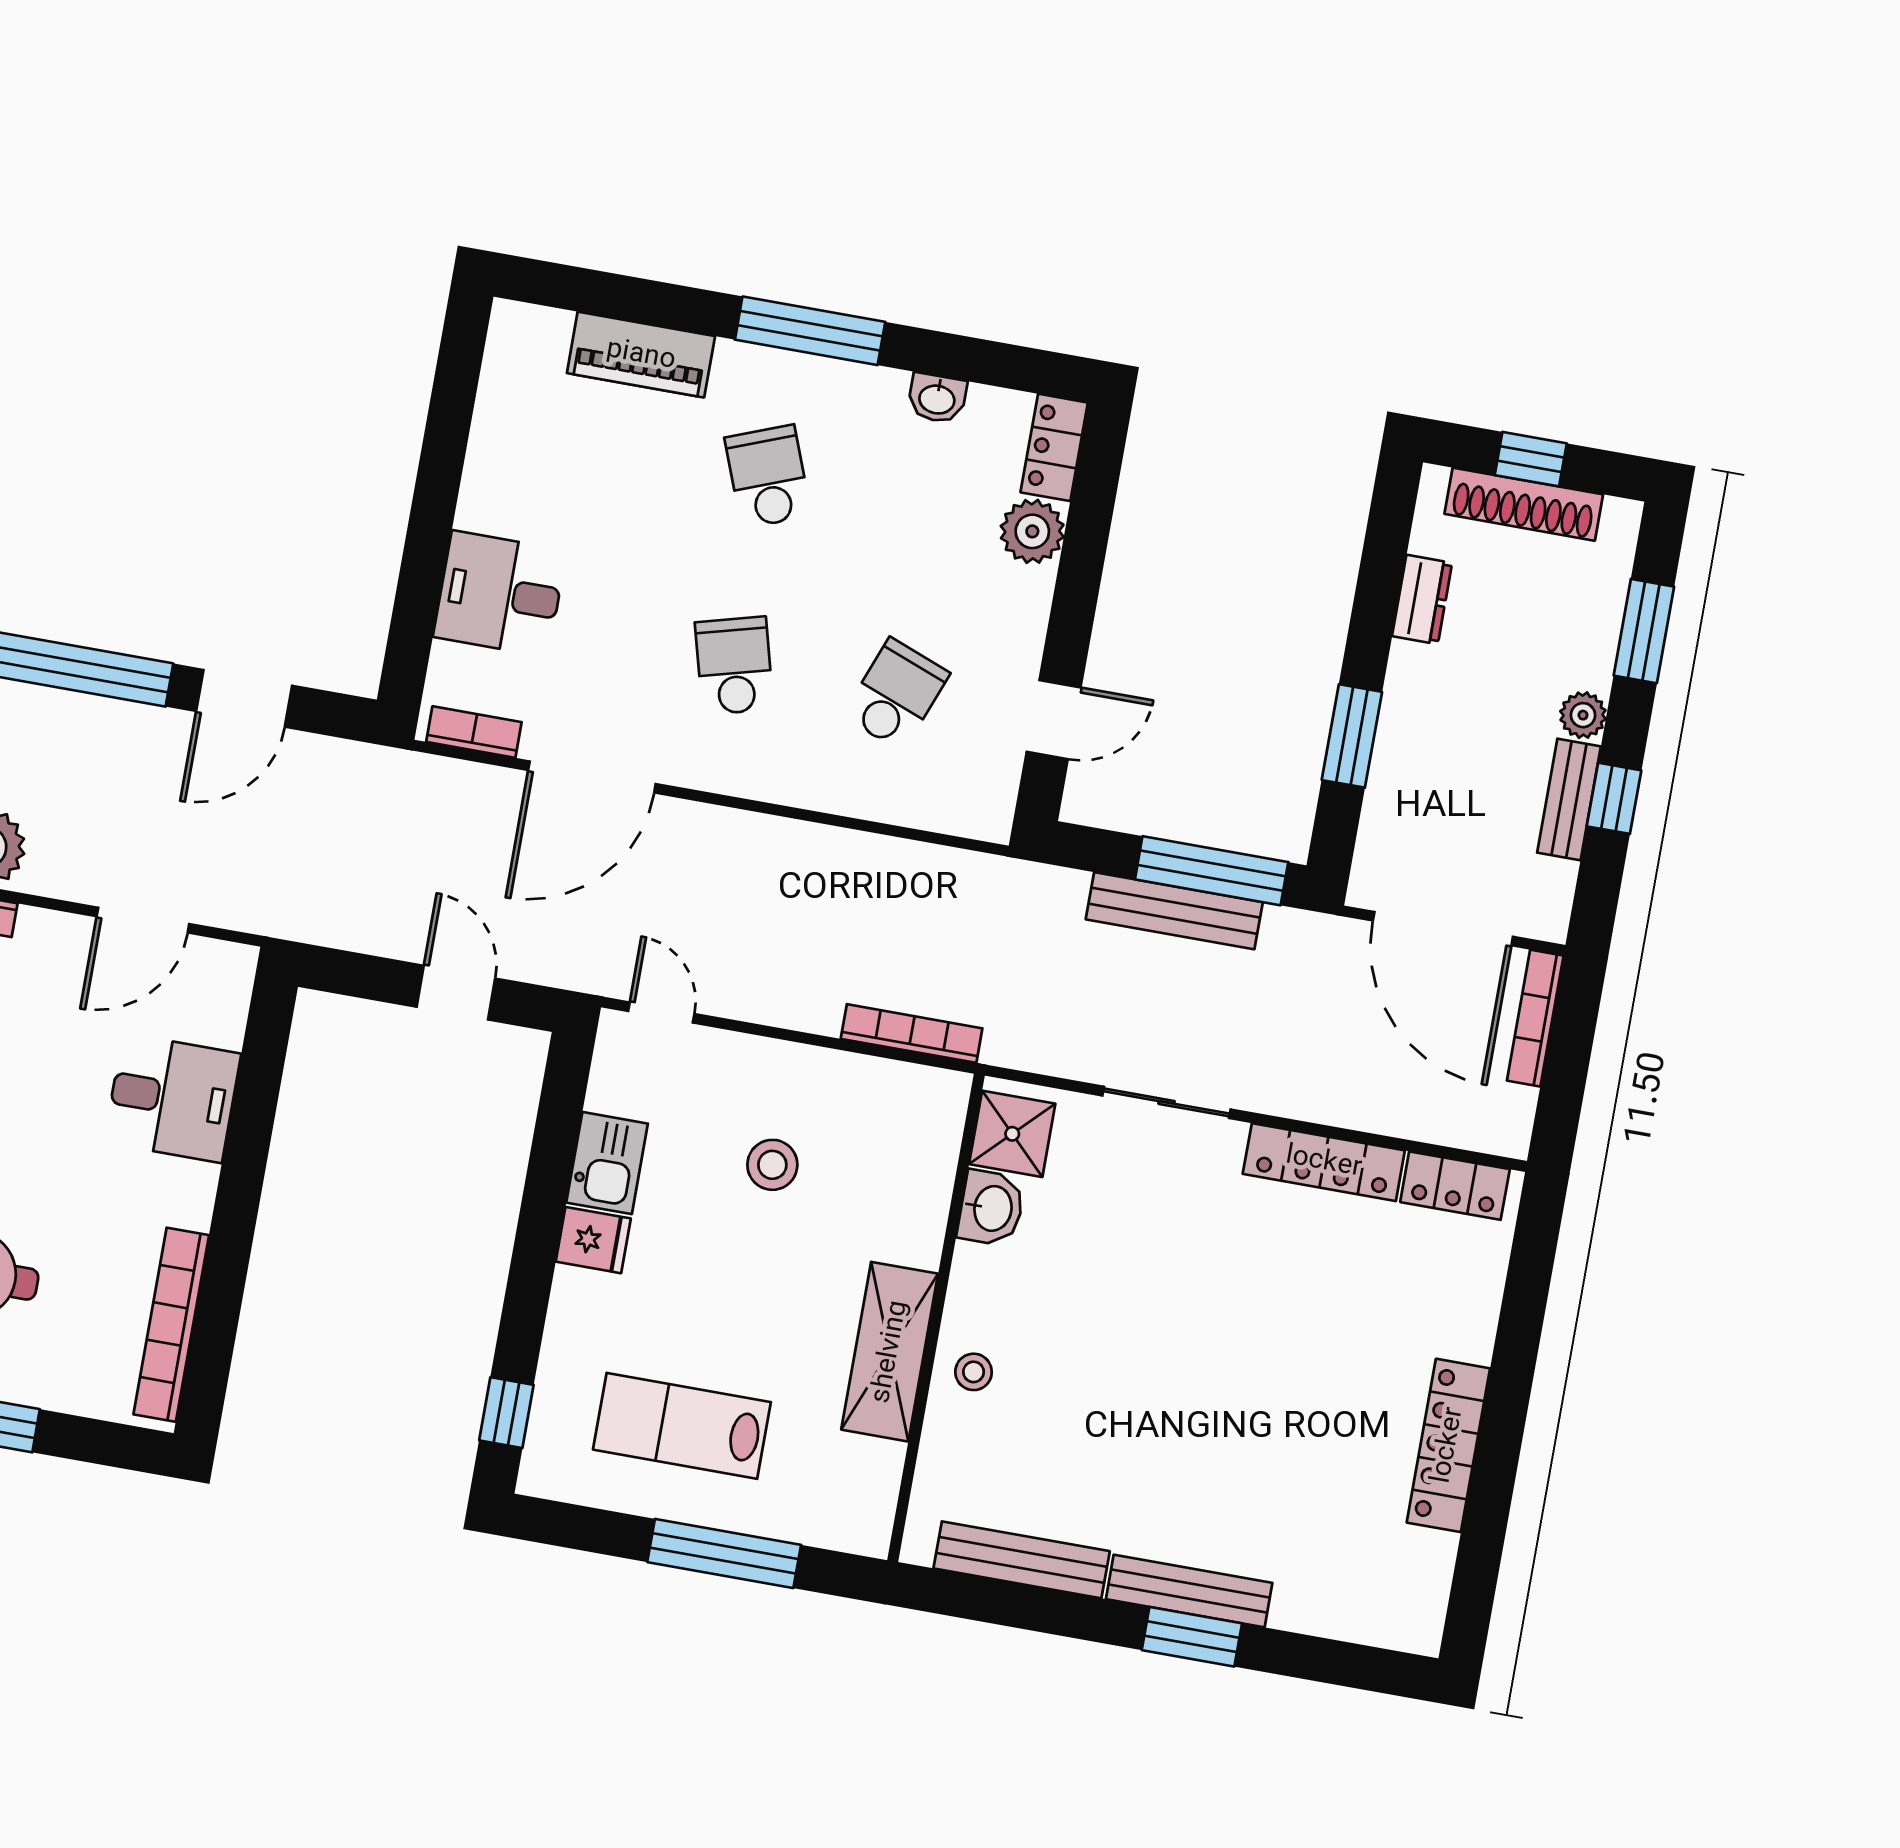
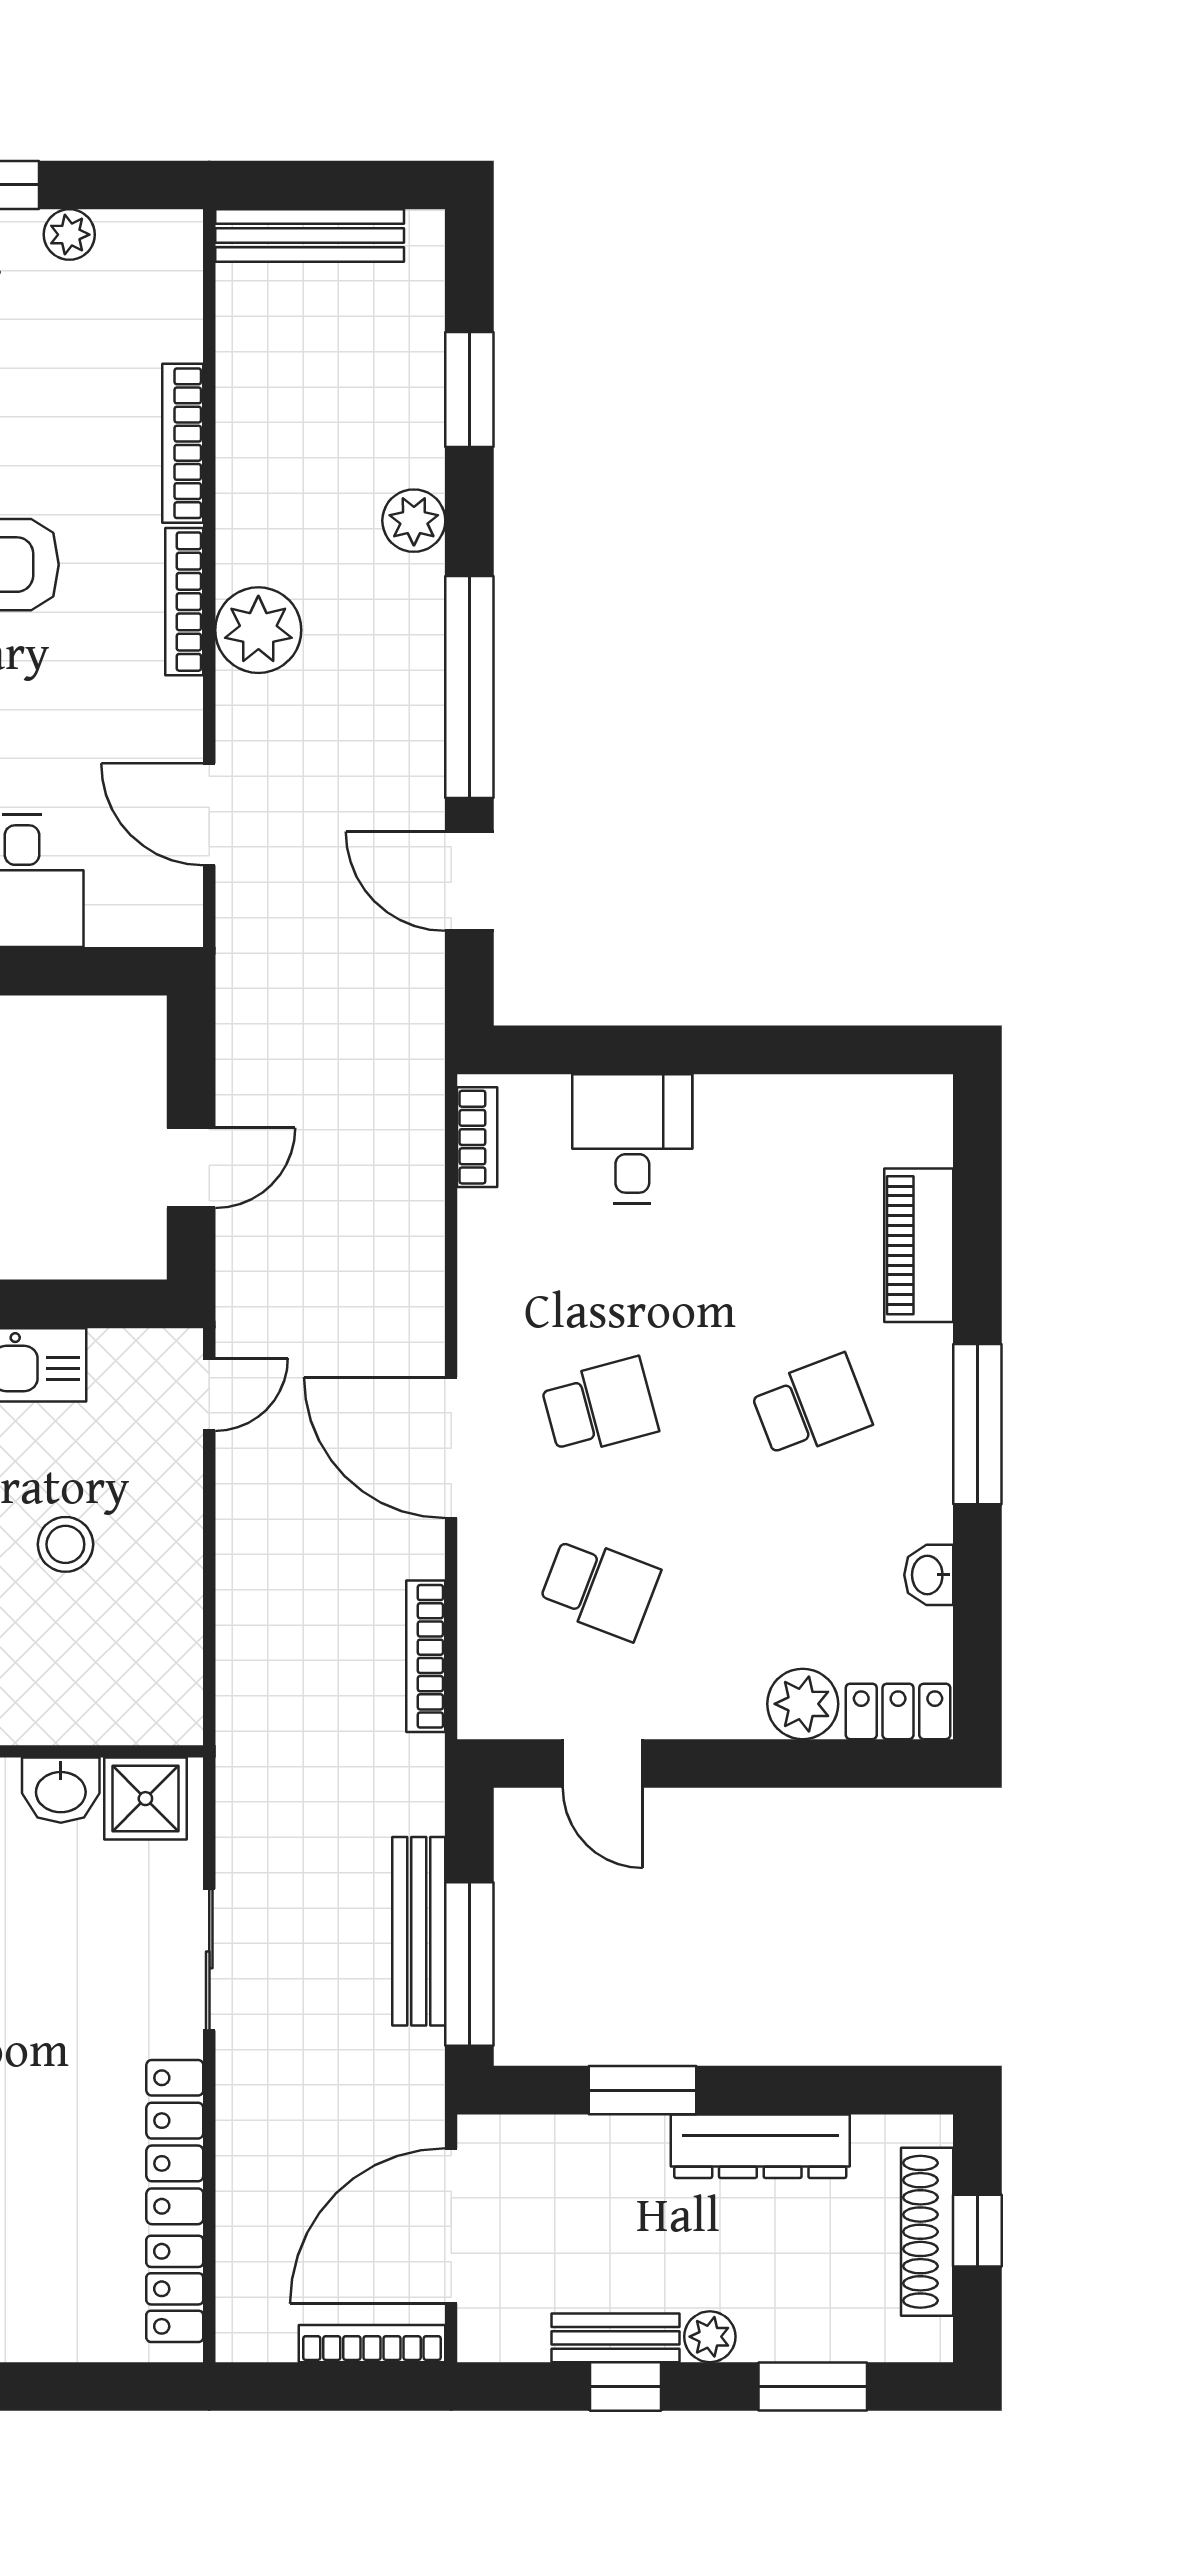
dresser: (1422, 600) -> (760, 2146), width x1.96, depth x1.24
door: (592, 777) -> (451, 1448), moved
bookcase: (912, 1034) -> (426, 1656), moved, turned 180

